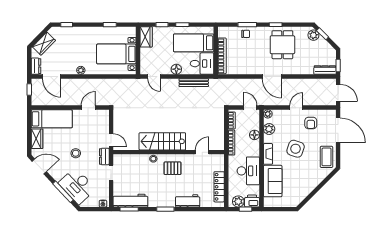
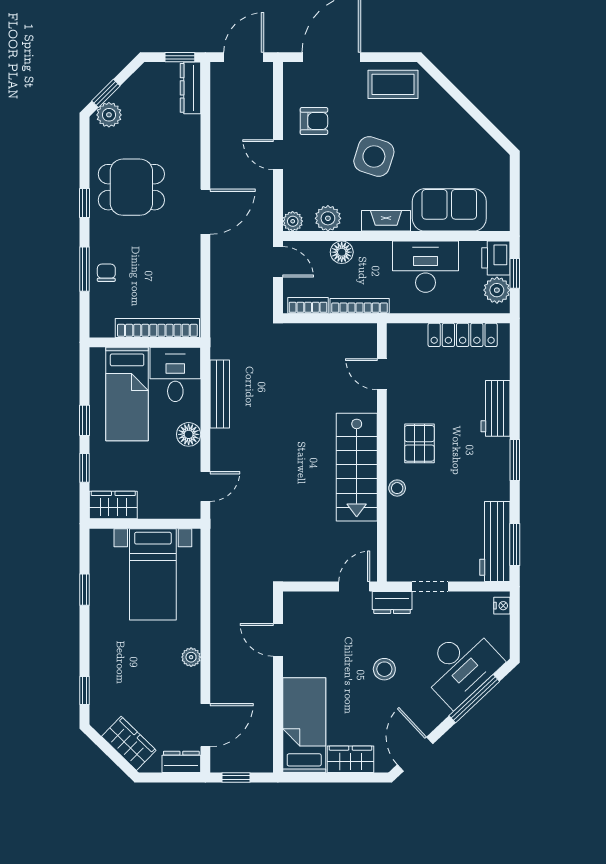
door: (250, 108) -> (278, 262), swing flipped

